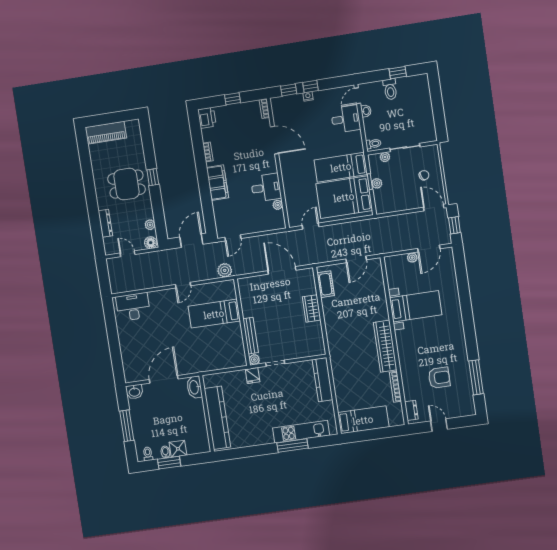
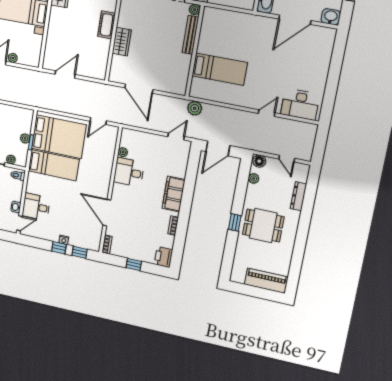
cot: (326, 284) -> (107, 25), moved
door: (183, 285) -> (267, 113), moved

